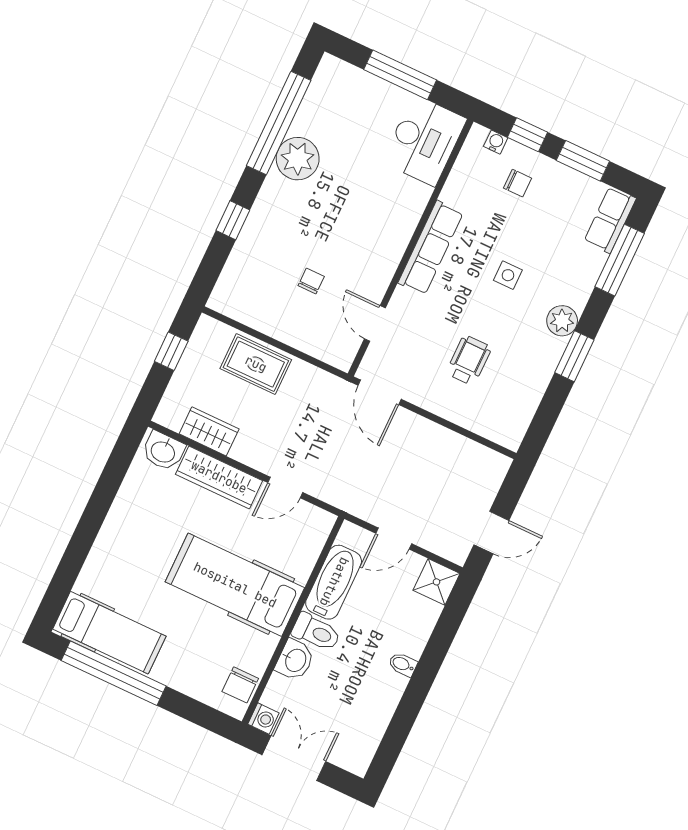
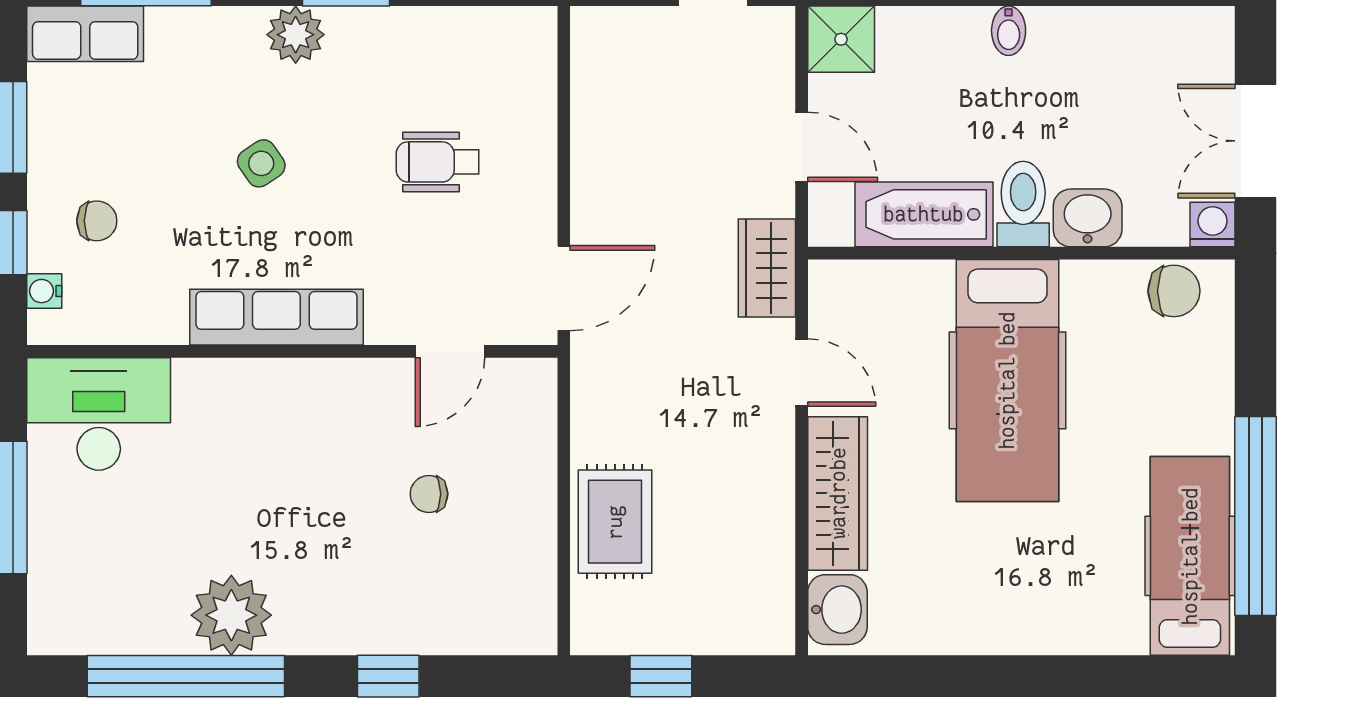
chair: (518, 183) -> (97, 221), turned 90
side table: (508, 275) -> (261, 163), turned -34
wardrobe: (209, 431) -> (767, 268), moved

